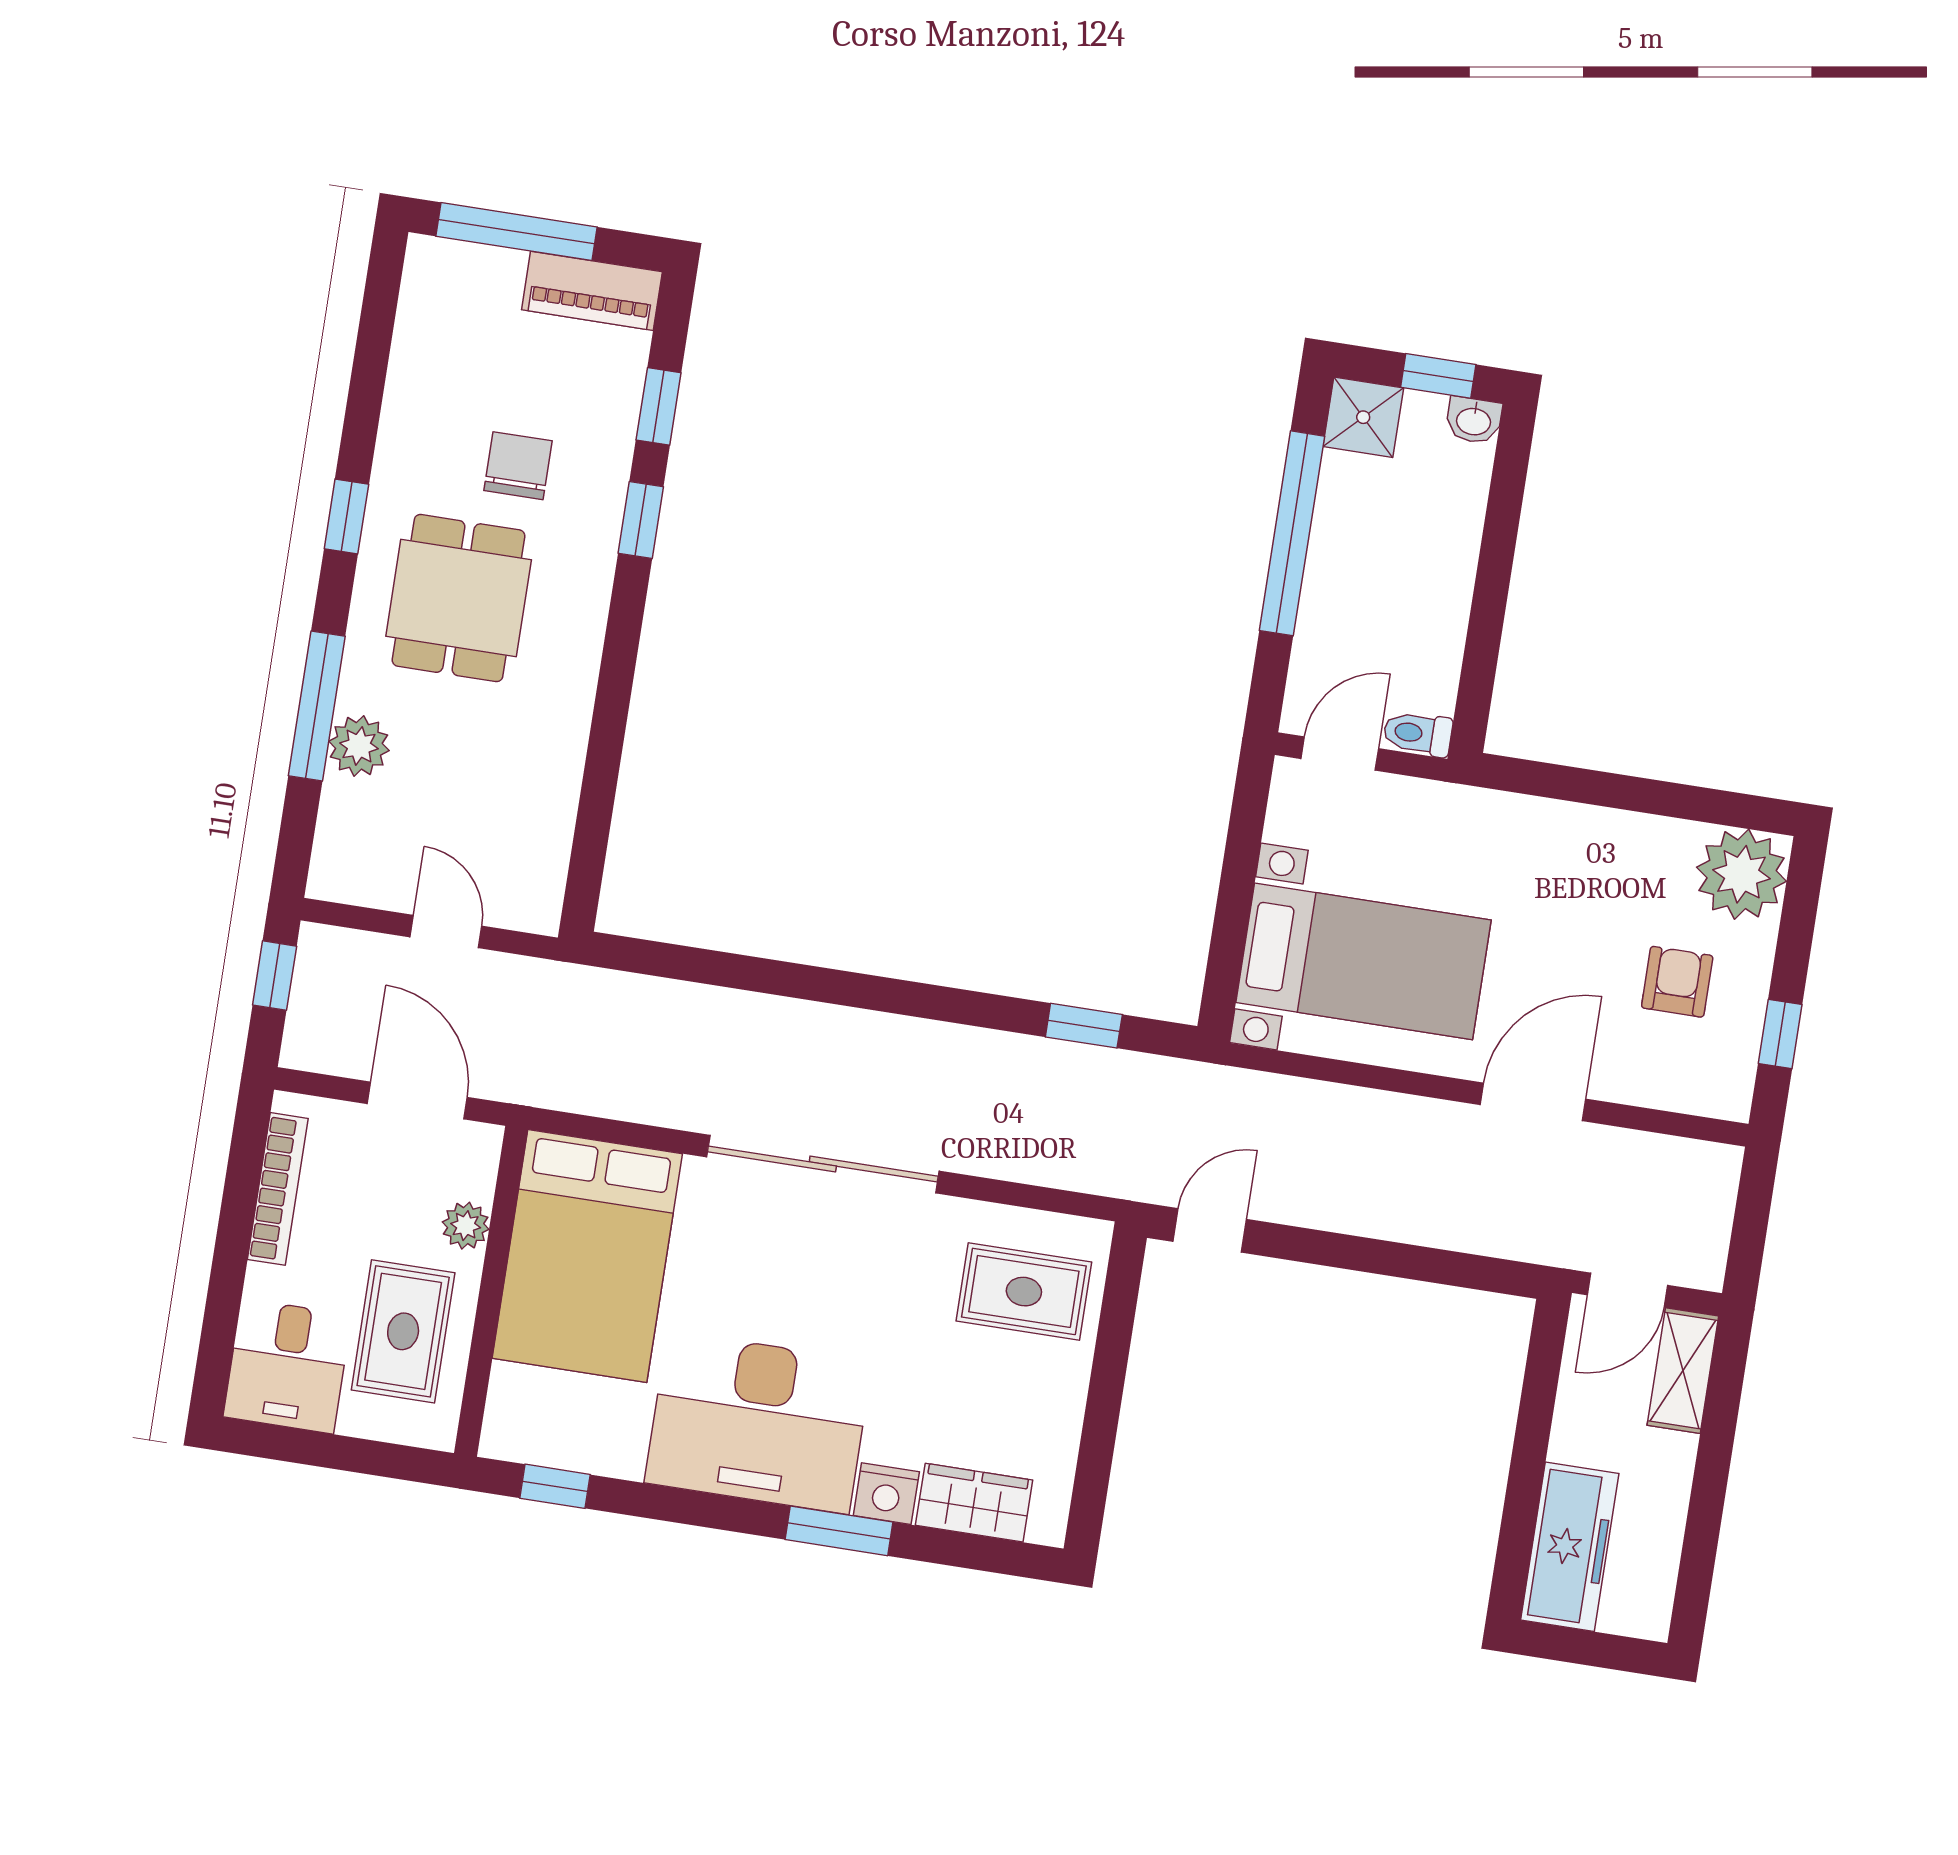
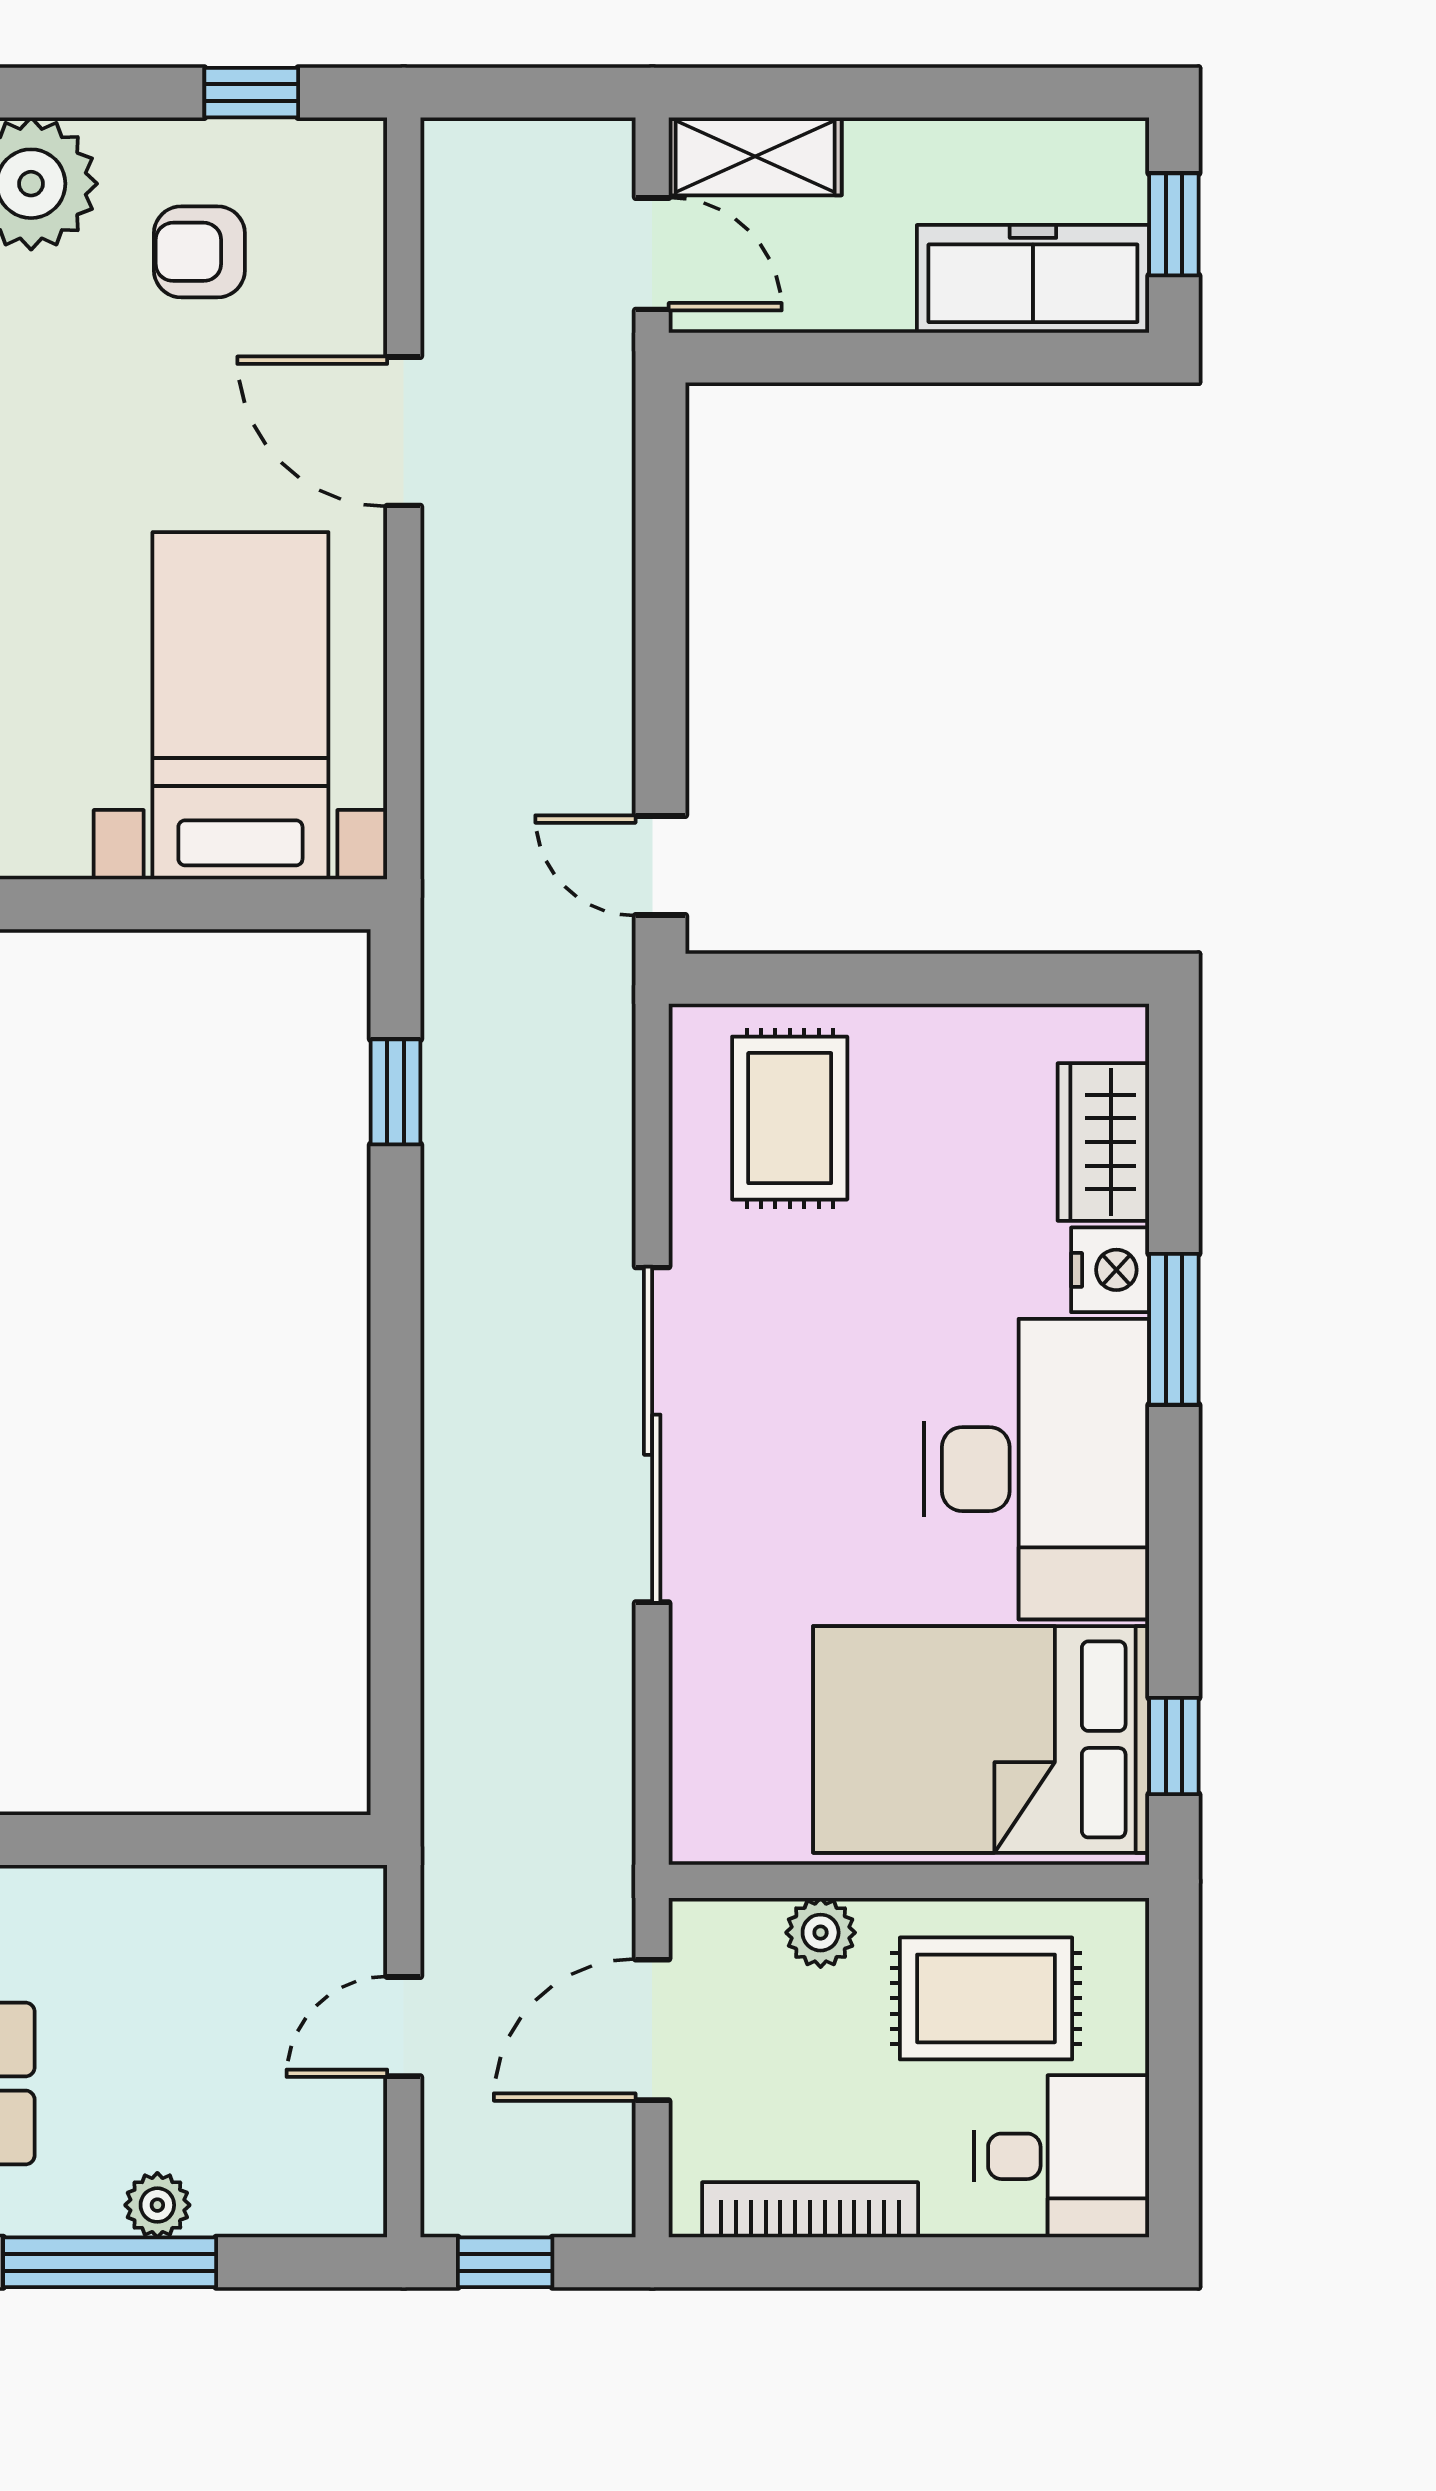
plant: (359, 746) -> (157, 2205), width x0.73, depth x0.73
bed: (587, 1256) -> (981, 1739), moved, turned 180
window: (1592, 1649) -> (1174, 224), added

